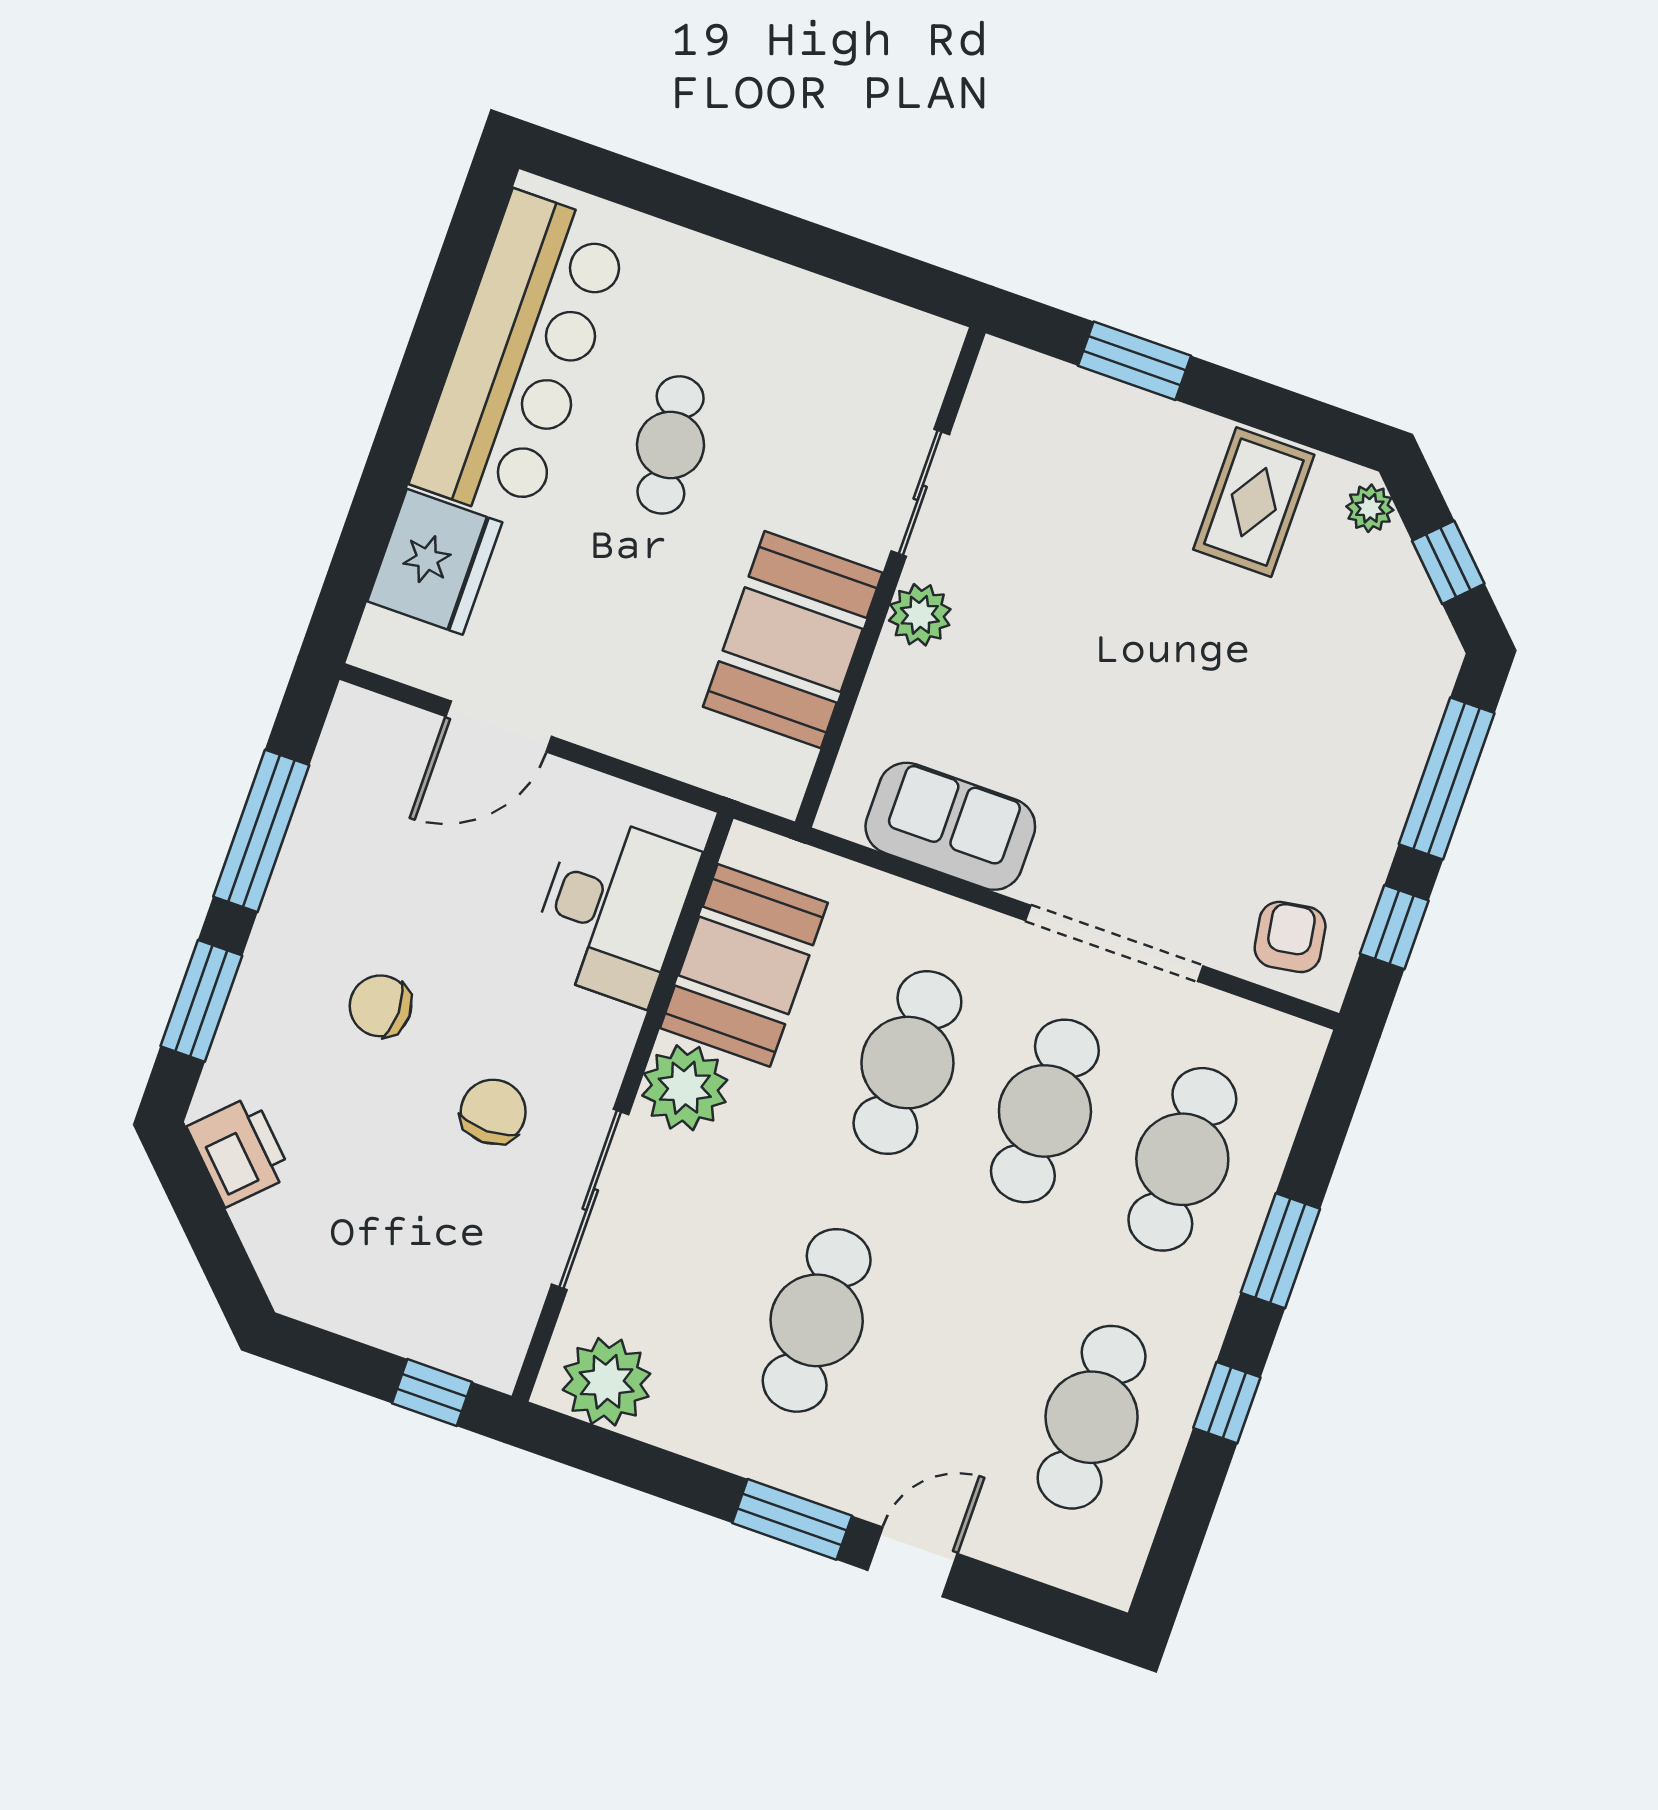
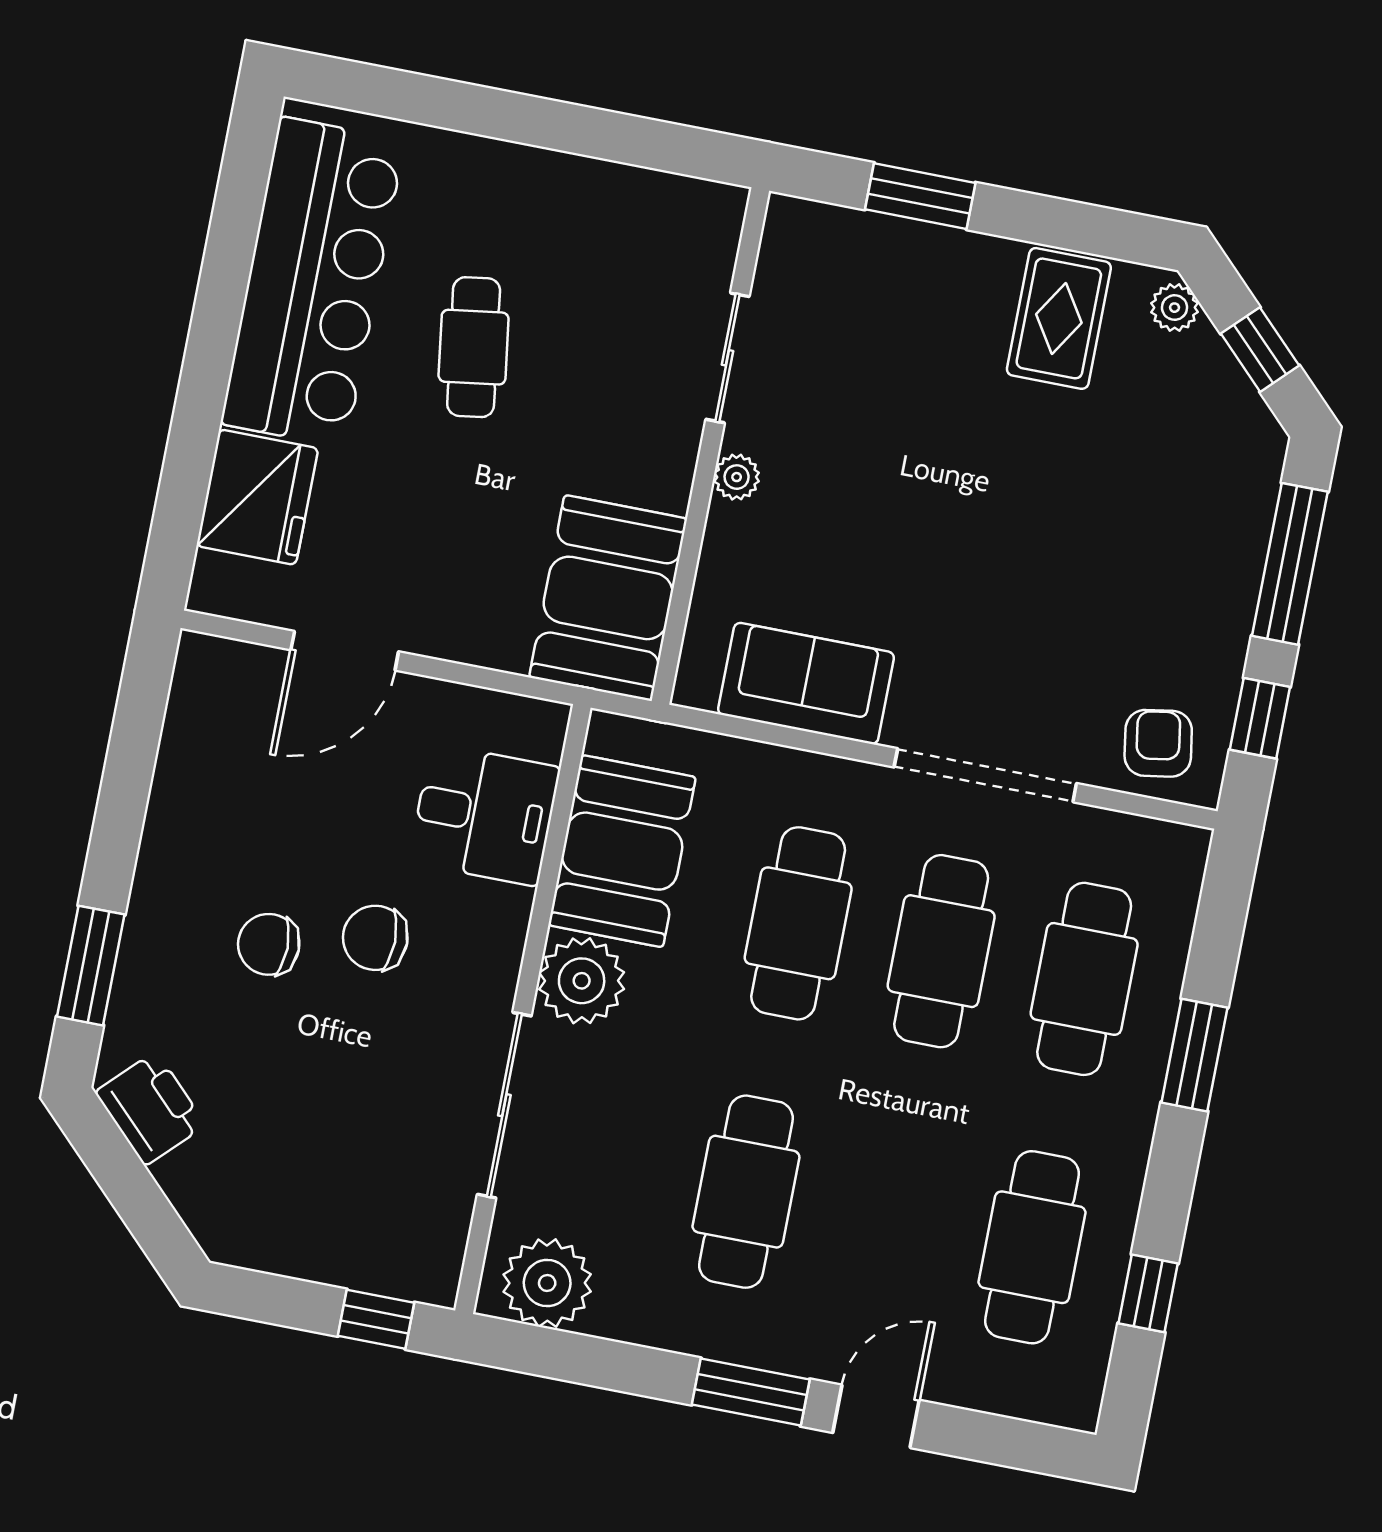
plant: (920, 615) -> (737, 477), width x0.73, depth x0.73
booth: (793, 640) -> (608, 598), moved
window: (261, 831) -> (125, 789), removed
desk: (613, 909) -> (484, 815), width x0.73
chair: (493, 1112) -> (375, 938), moved, turned -90
window: (1227, 1403) -> (1148, 1293), moved

